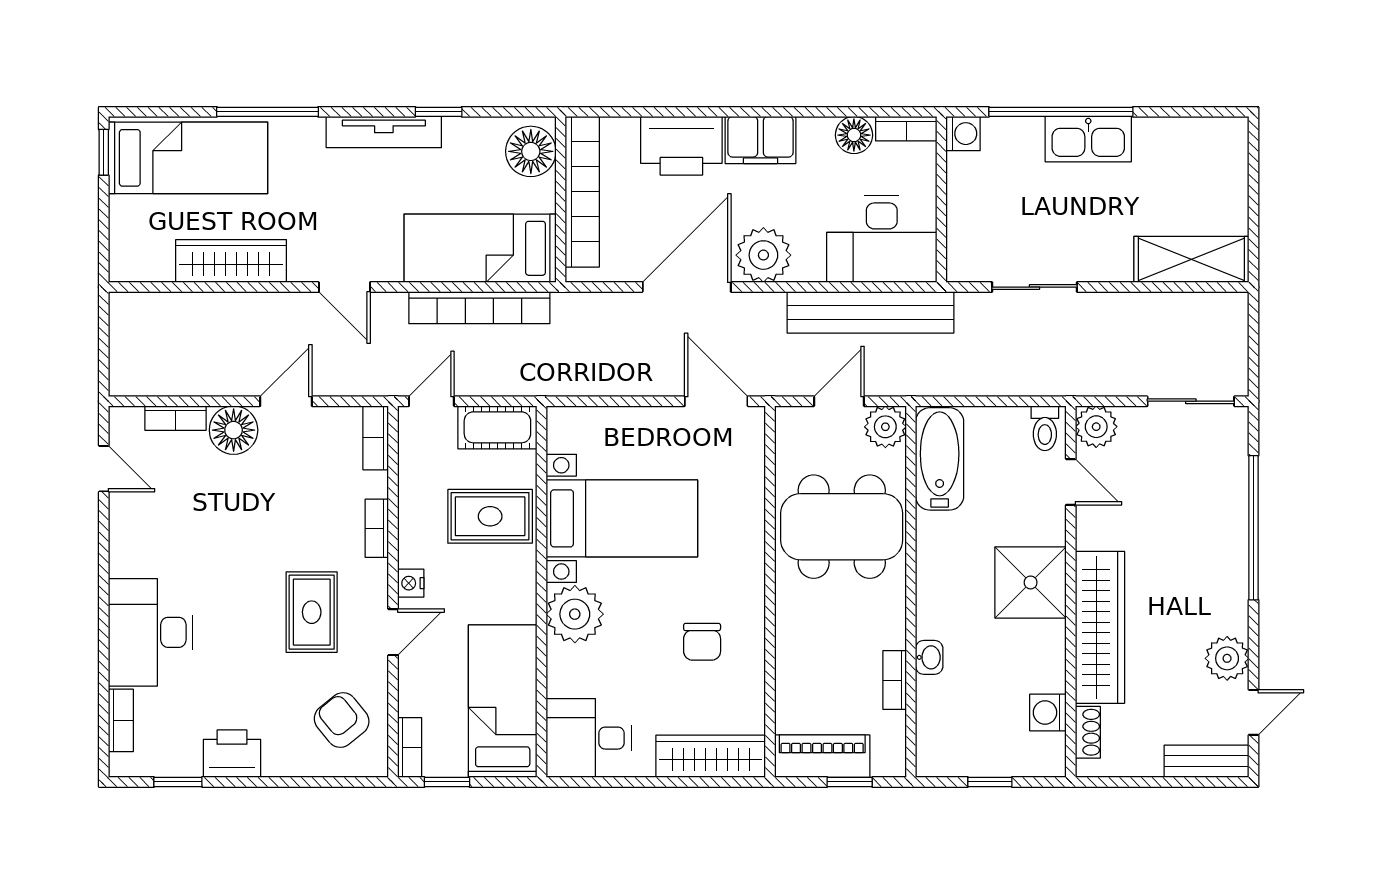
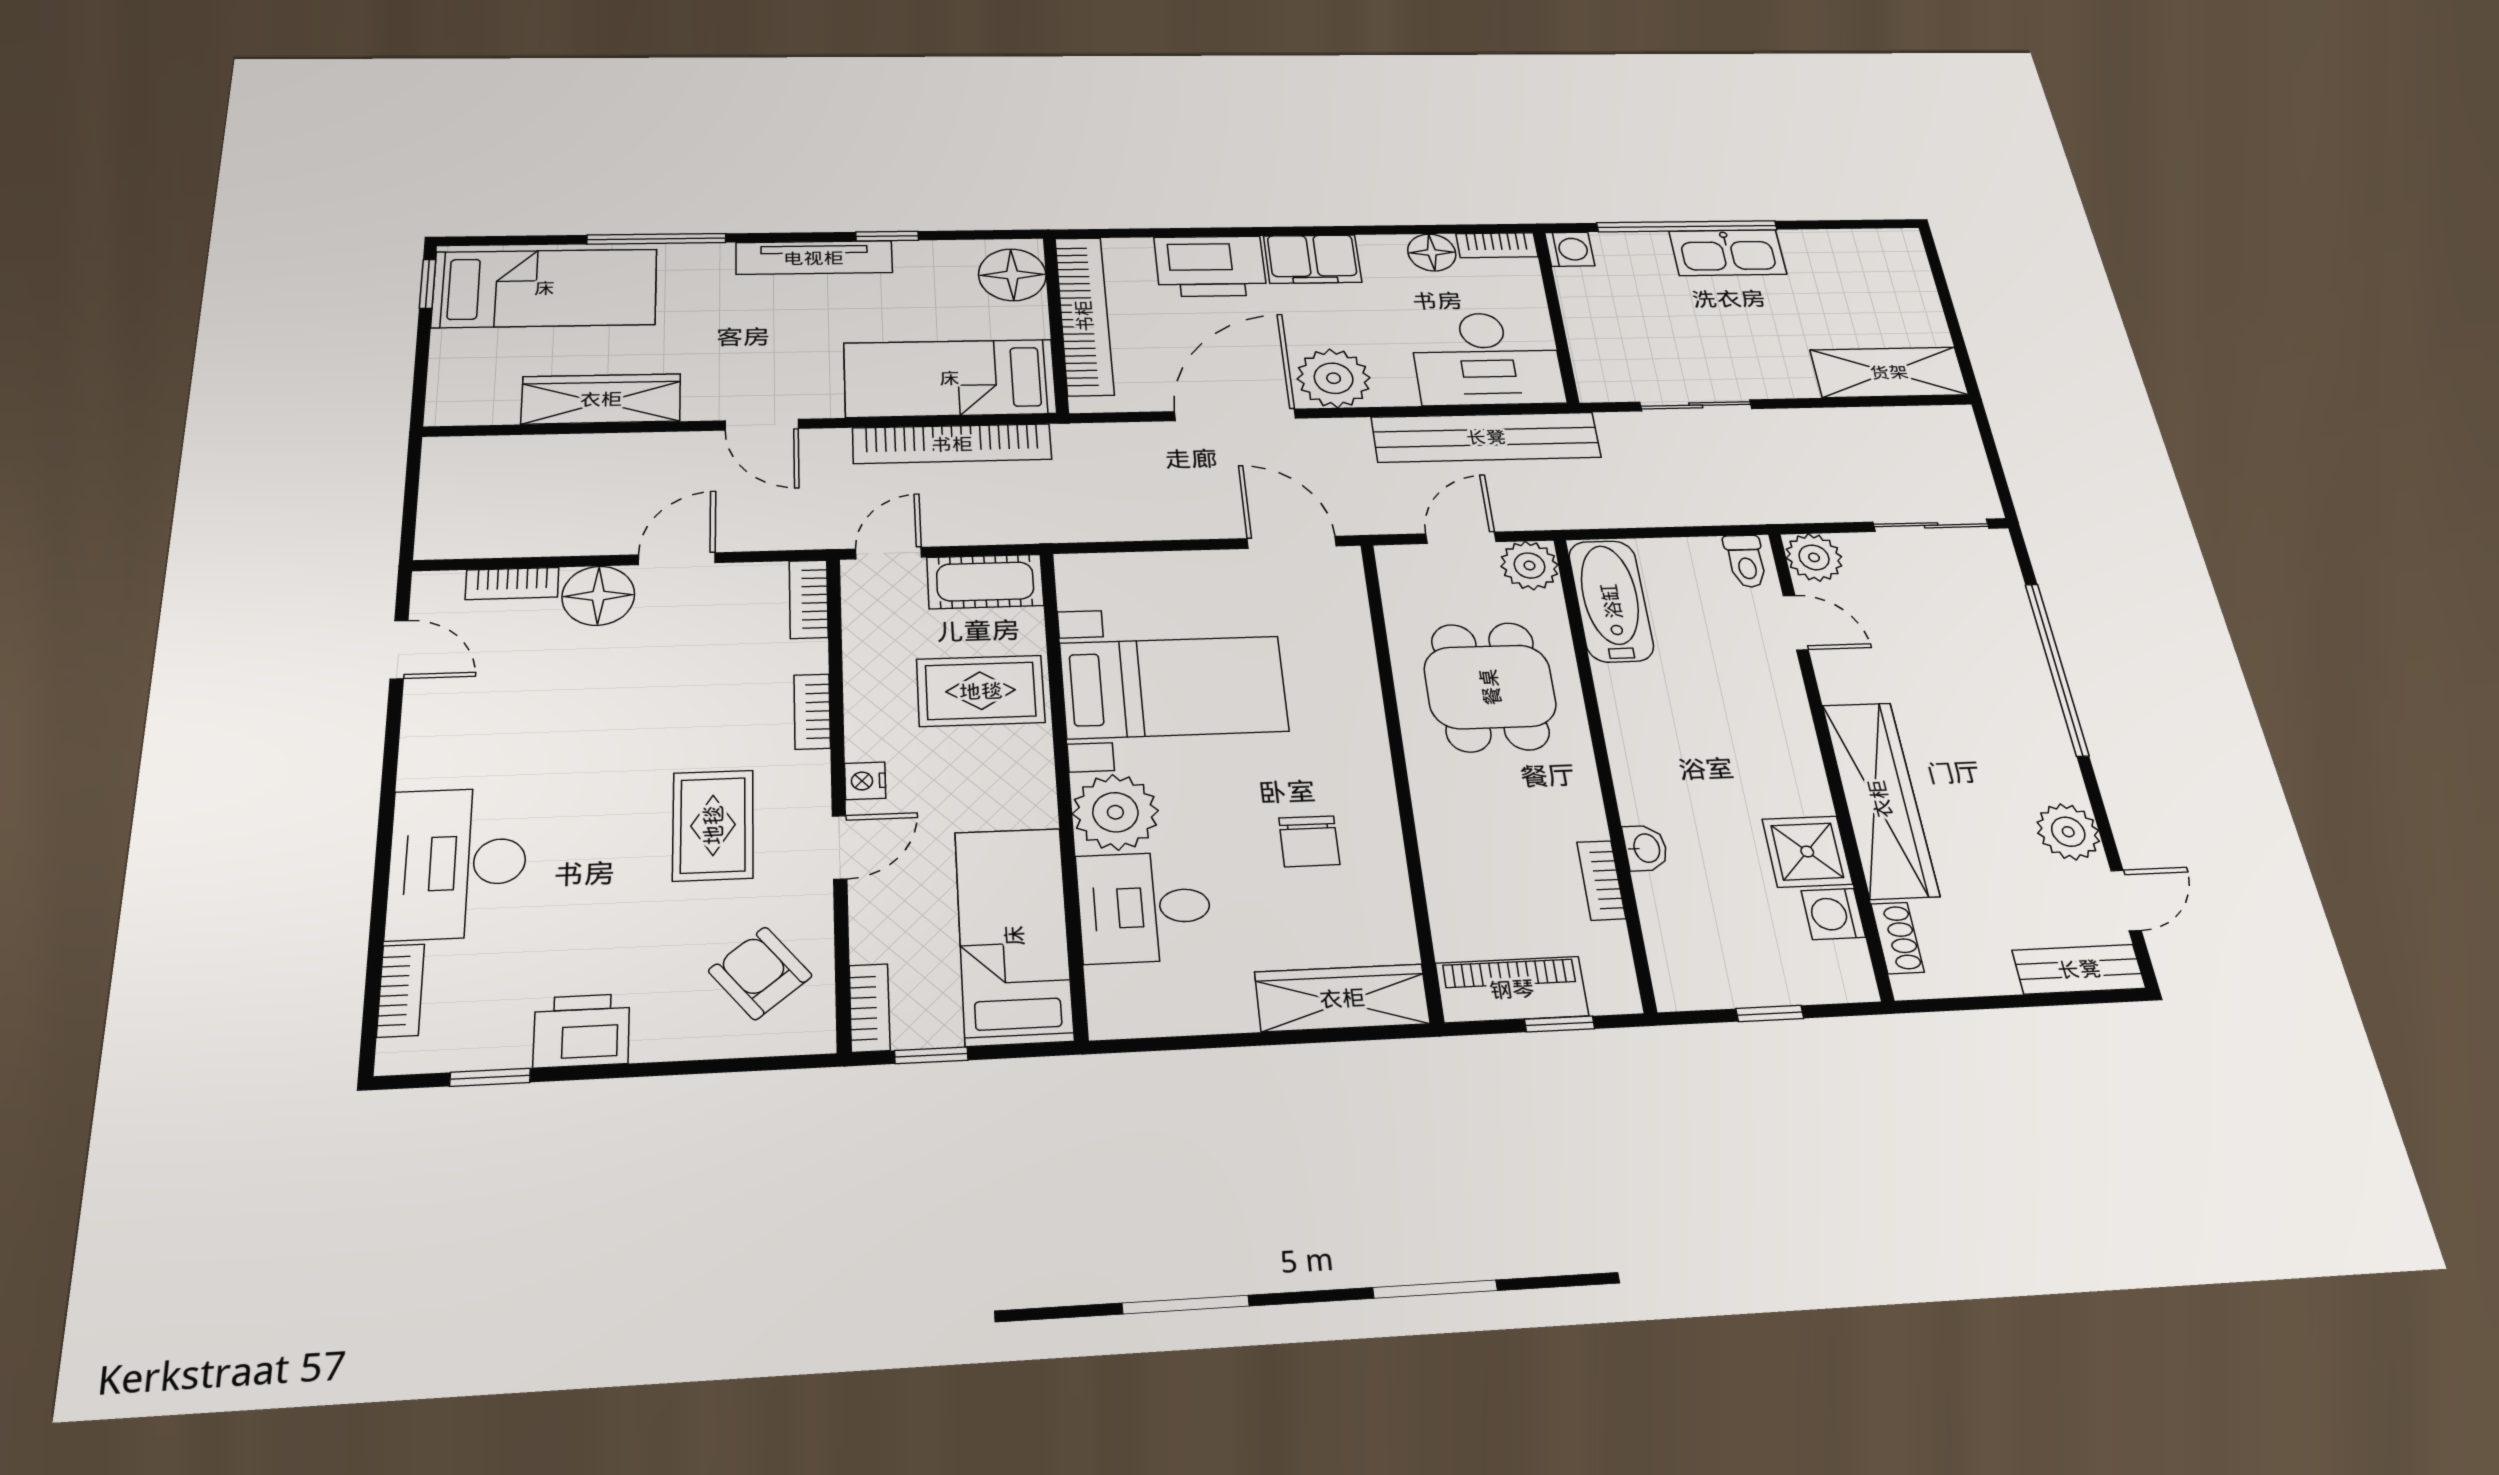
dining table: (842, 527) -> (1490, 687), width x0.73
shower: (1031, 582) -> (1807, 852), moved, width x0.73, depth x0.73
desk: (589, 738) -> (1144, 907), moved

